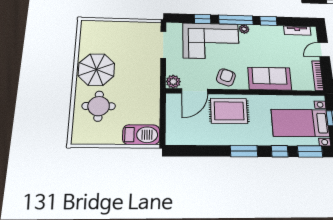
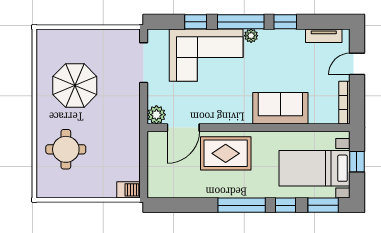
parasol: (96, 70) -> (75, 85), moved
armchair: (226, 77) -> (224, 108), removed
barbecue: (141, 135) -> (128, 190), width x0.53, depth x0.65
window: (244, 151) -> (242, 205), width x1.44

